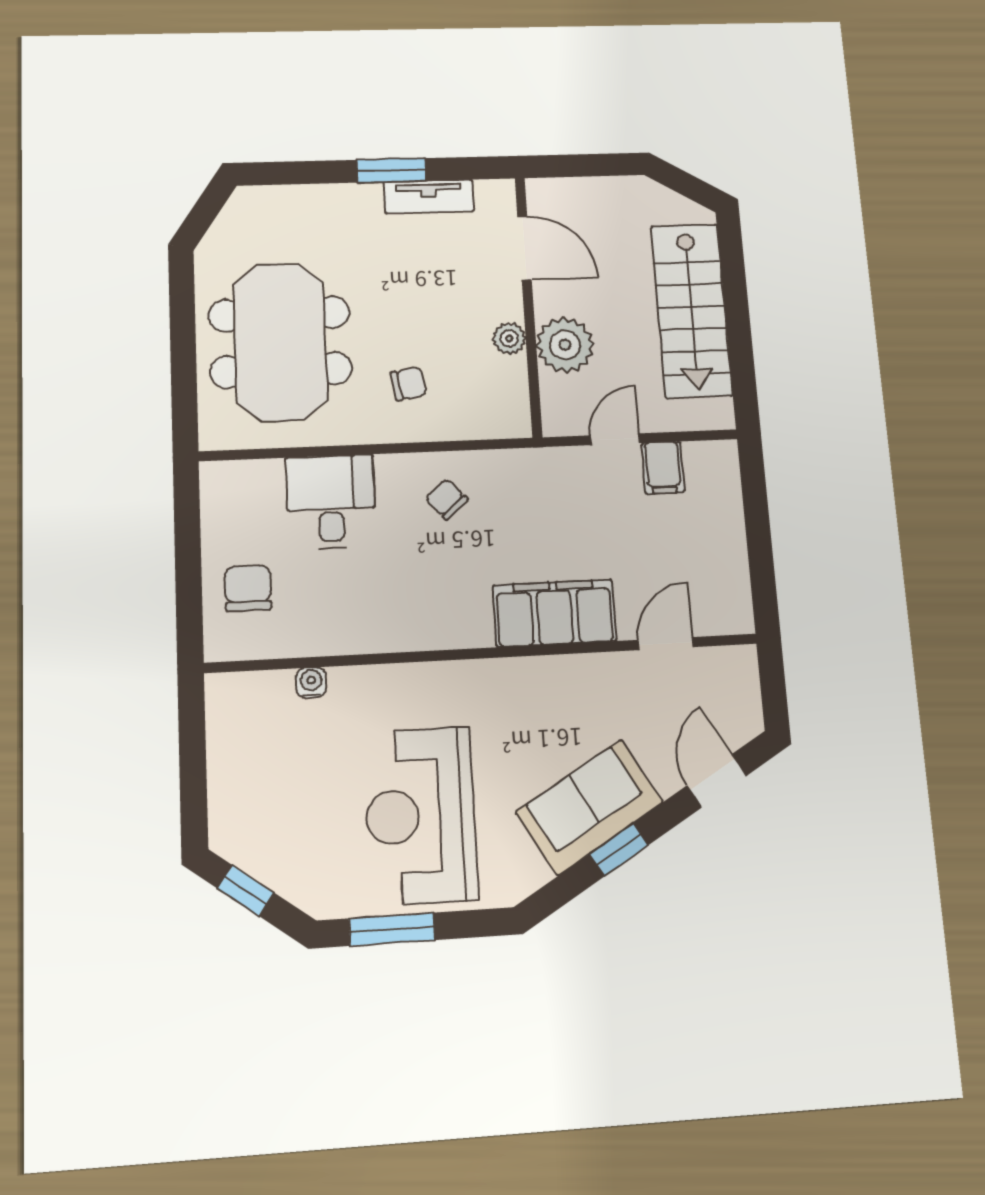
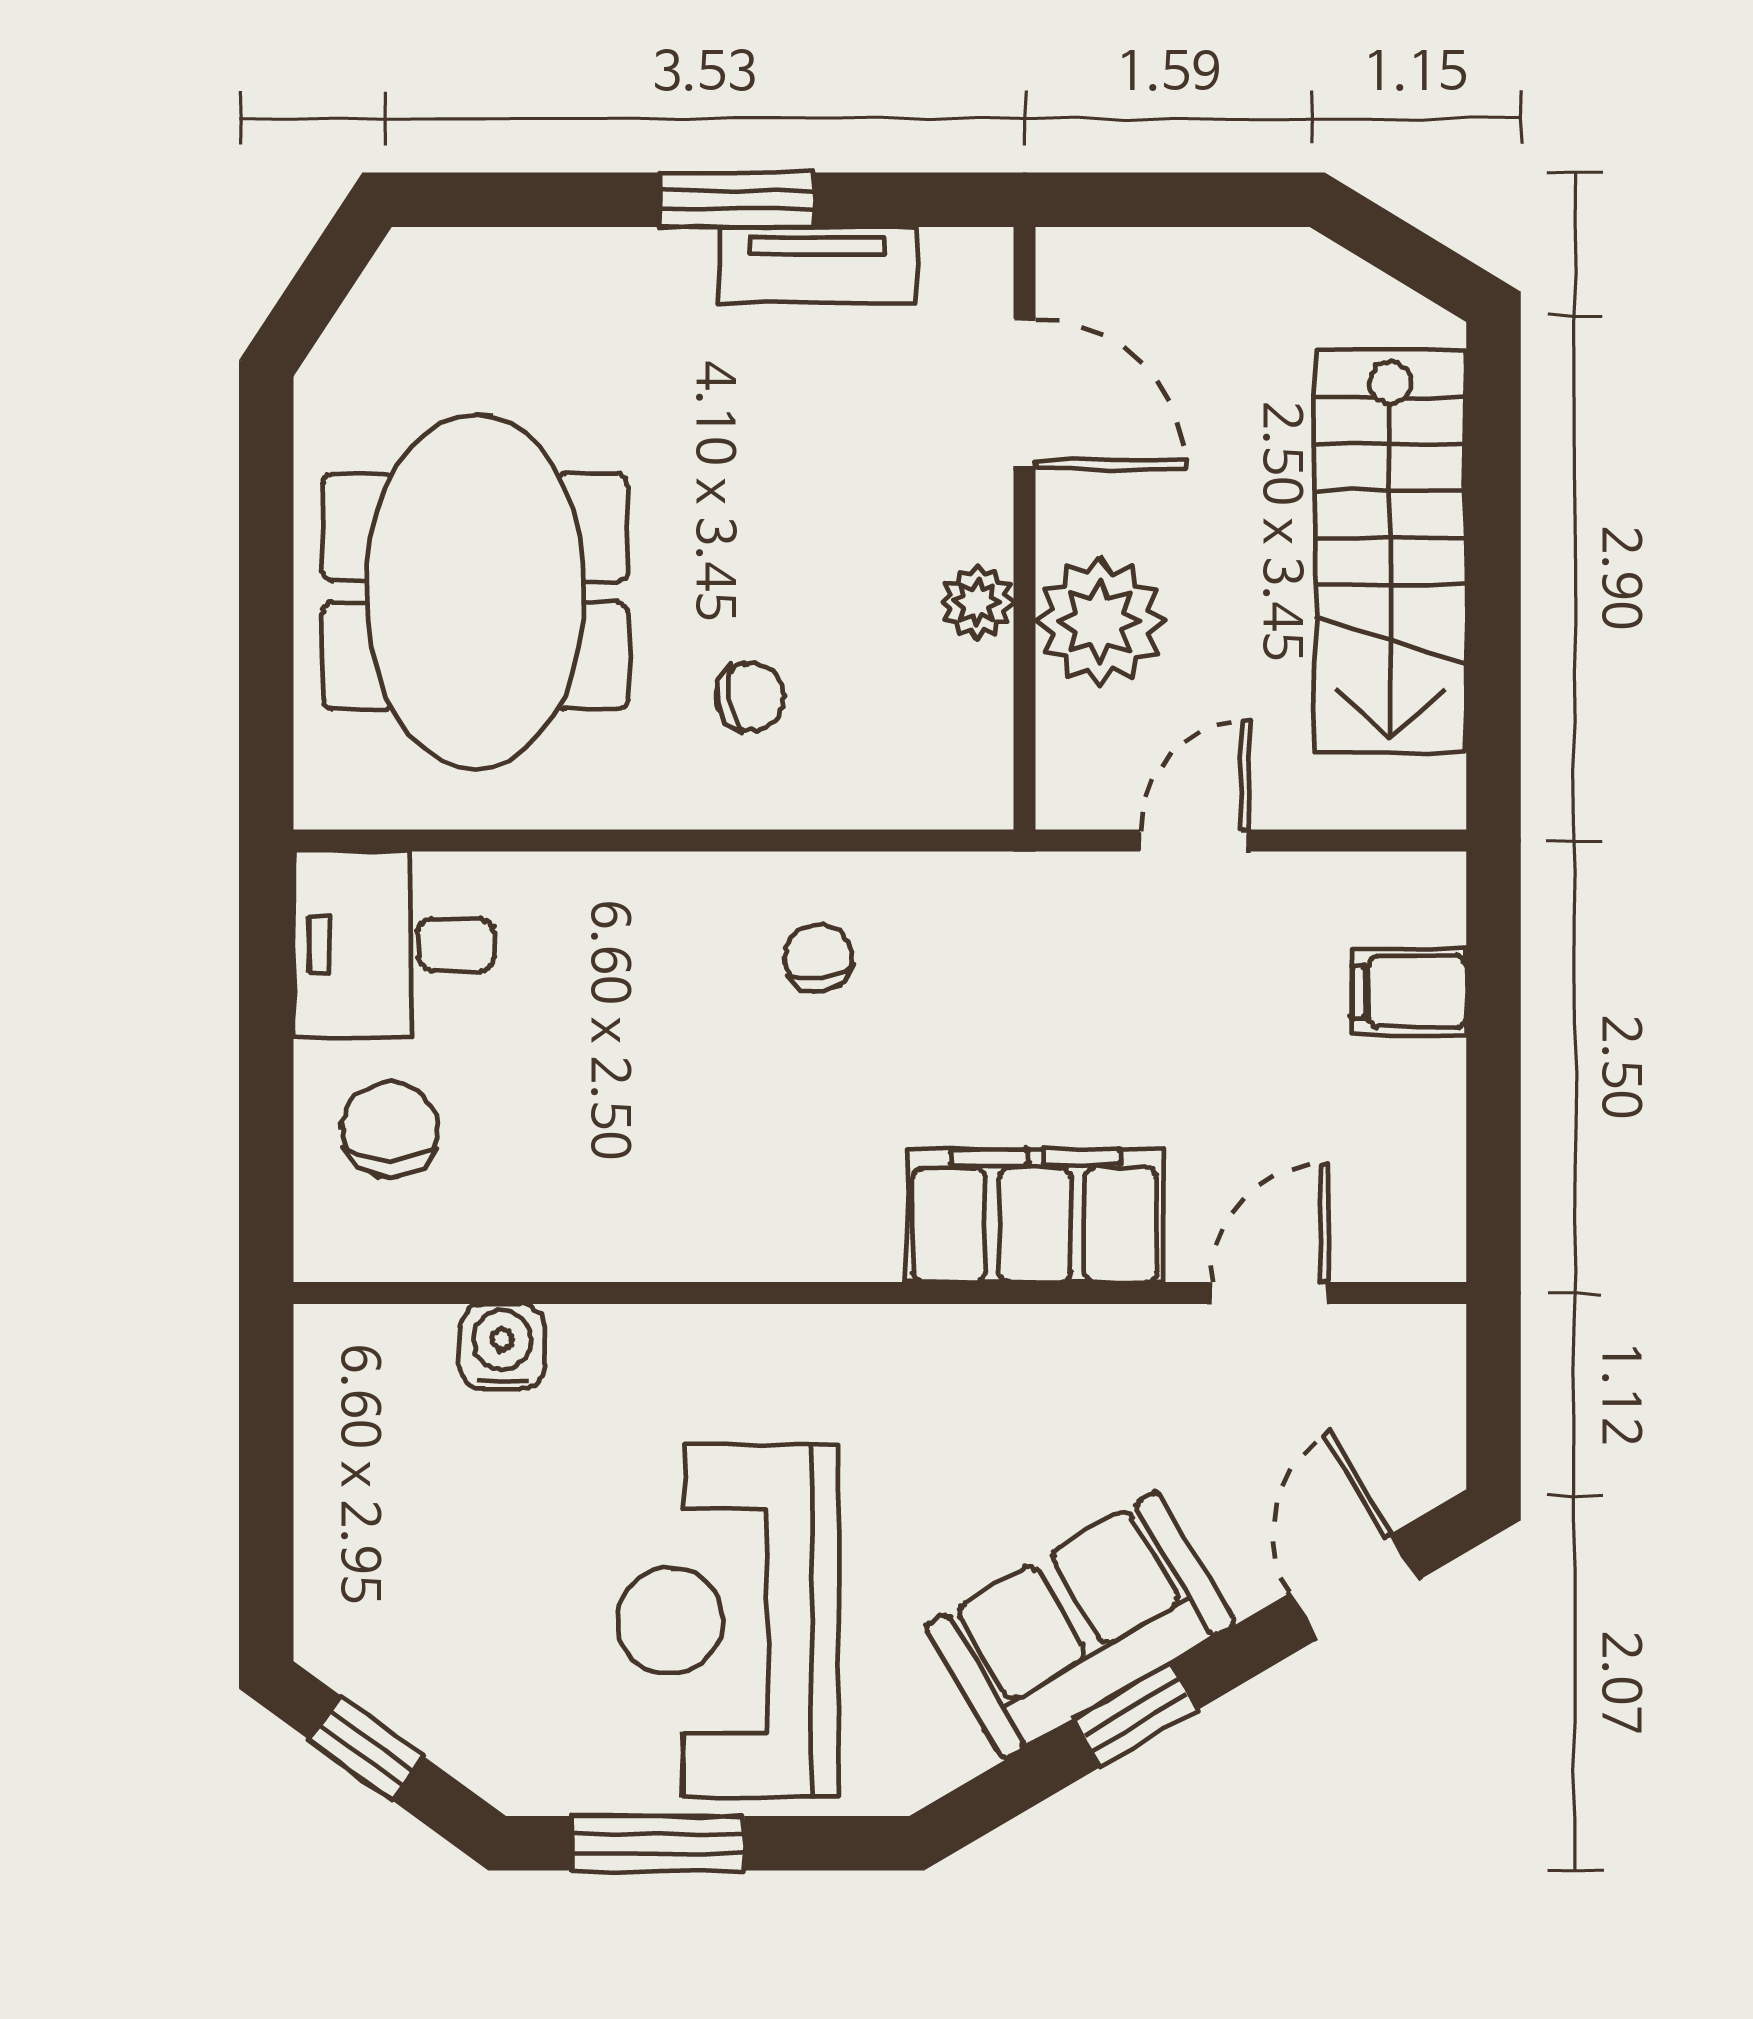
filing cabinet: (663, 468) -> (1409, 992), moved, turned 90
chair: (446, 499) -> (818, 957), turned 33
desk: (331, 502) -> (394, 945), moved, turned -90
water cooler: (311, 682) -> (502, 1347), width x1.38, depth x1.38

